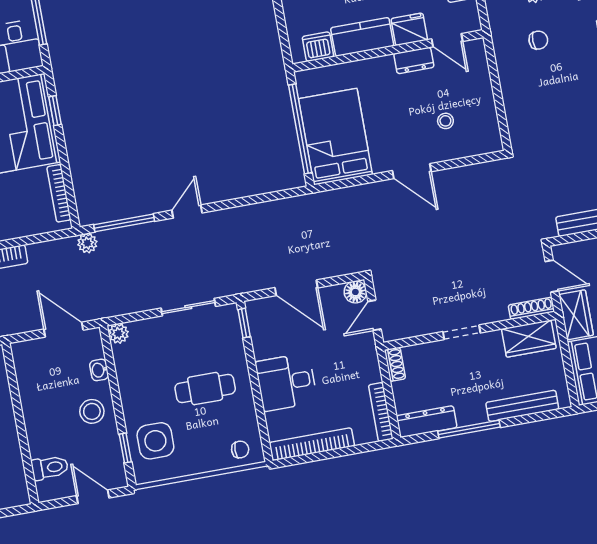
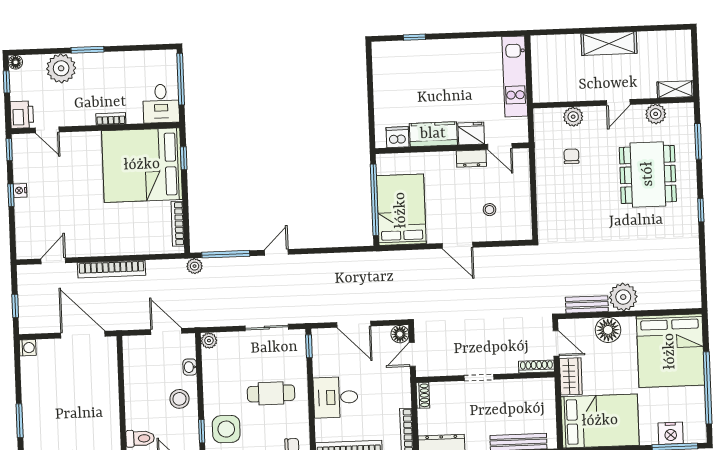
chair: (538, 40) -> (571, 156), turned -90
wardrobe: (529, 339) -> (531, 390), removed

